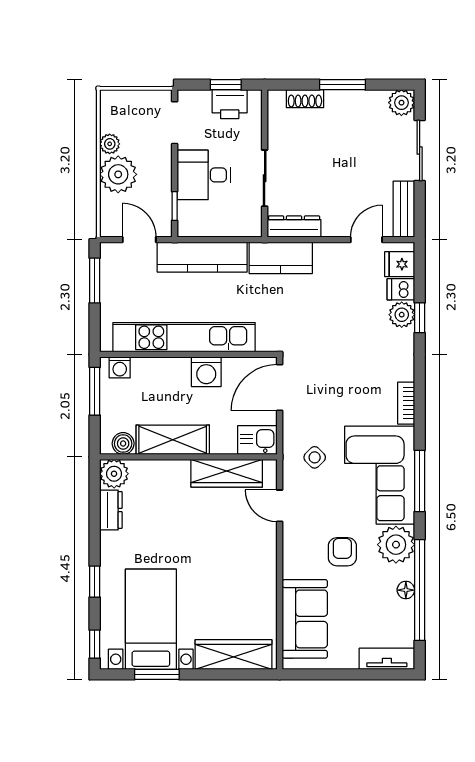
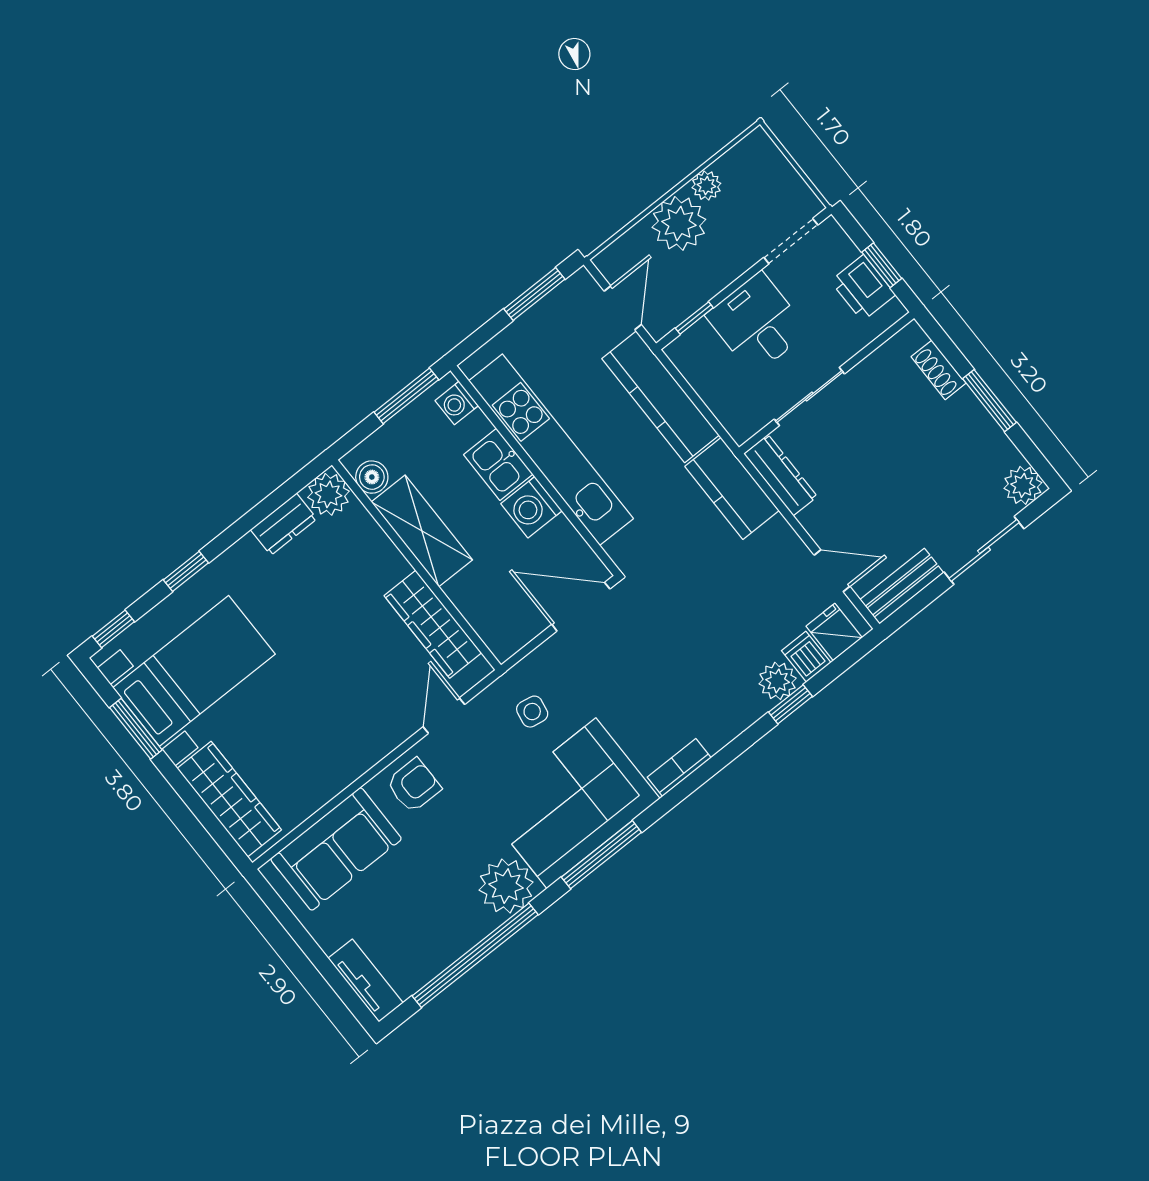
kitchen sink: (257, 440) -> (498, 464), moved, turned 180
side table: (315, 457) -> (532, 712), turned -36
armchair: (342, 552) -> (414, 785), moved
floor lamp: (406, 590) -> (463, 939), removed

